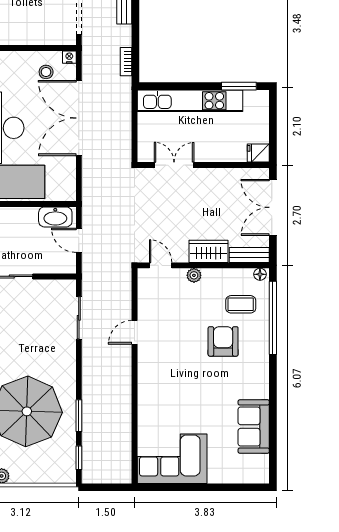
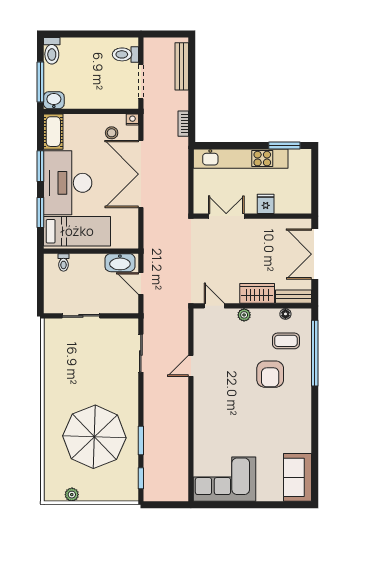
fridge: (258, 153) -> (266, 204), moved, turned 90
floor lamp: (260, 274) -> (285, 314), moved
armchair: (223, 341) -> (270, 374), turned 180
sofa: (254, 427) -> (298, 477), moved

